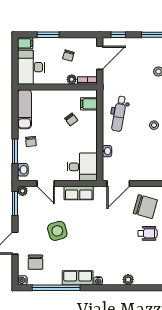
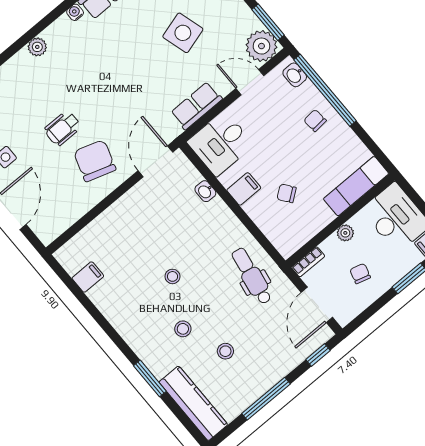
plant: (72, 79) -> (345, 233), moved
filing cabinet: (89, 104) -> (244, 189), moved
exam couch: (24, 109) -> (356, 186), moved, turned 90
dental chair: (119, 114) -> (252, 276), moved
window: (15, 151) -> (325, 90), width x2.11
plant: (23, 191) -> (261, 46), width x1.88, depth x1.88
chair: (145, 207) -> (95, 161), turned 92

